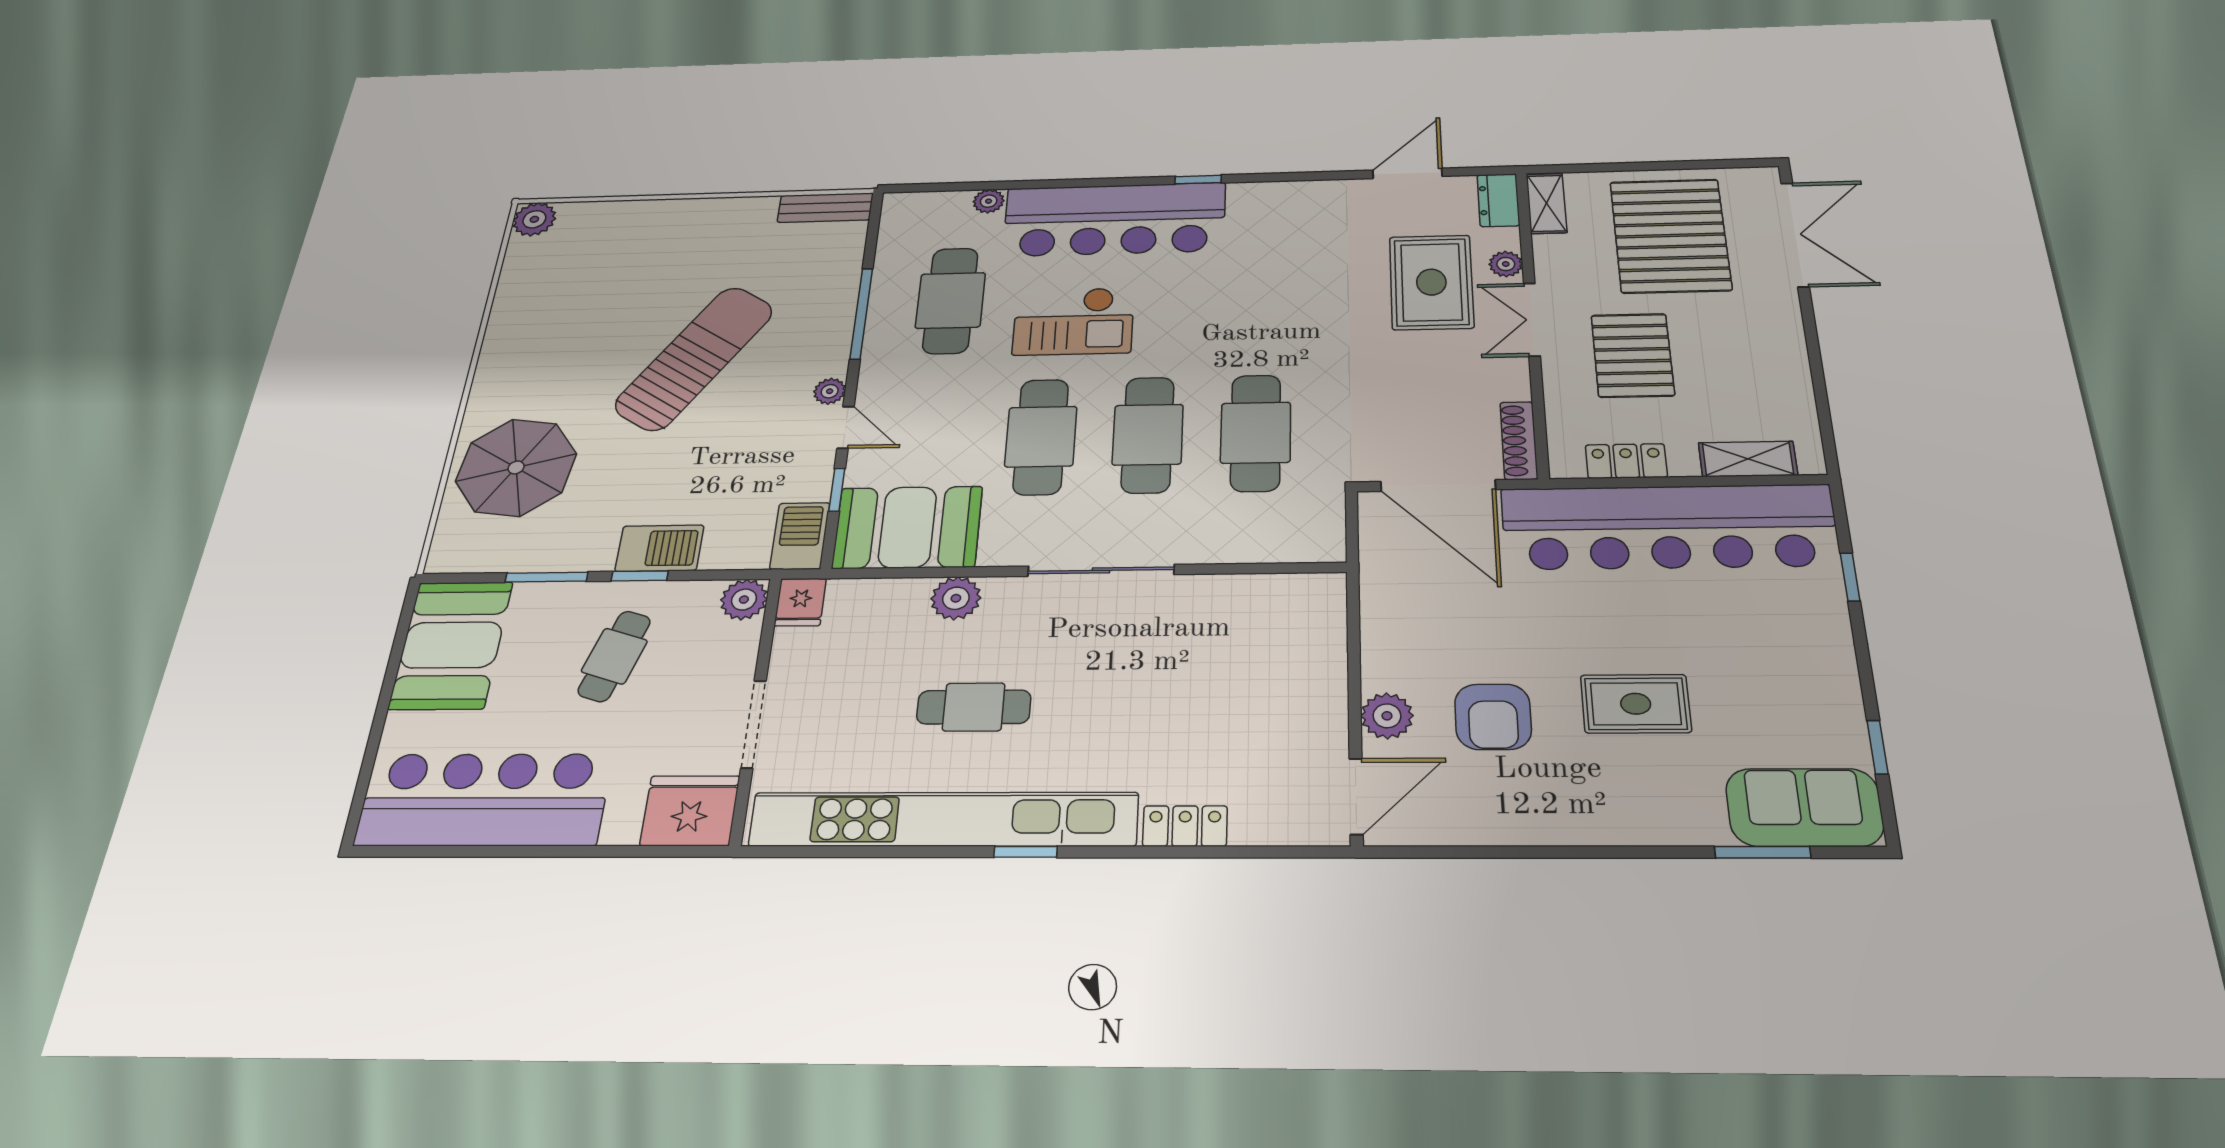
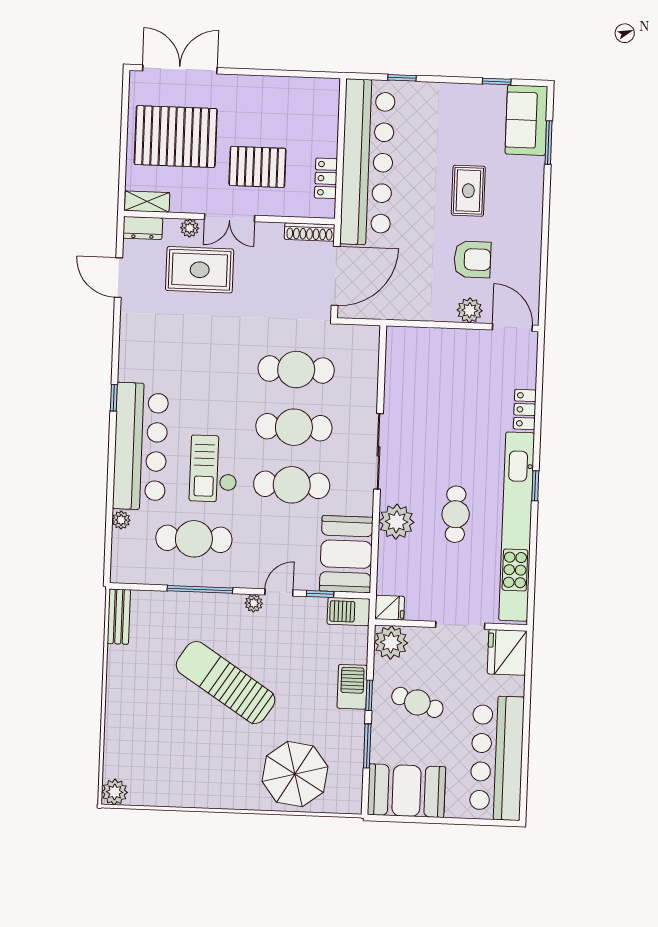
checkout: (1073, 321) -> (214, 469), turned 180
shelving: (1748, 459) -> (328, 117), removed
plant: (956, 598) -> (396, 522), width x1.36, depth x1.36
plant: (744, 600) -> (391, 642), width x1.36, depth x1.36

